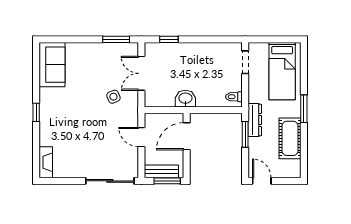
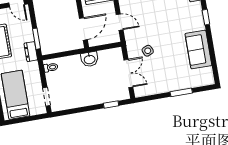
window: (116, 39) -> (181, 92), moved
sofa: (52, 65) -> (198, 49), moved
window: (36, 112) -> (206, 17), moved
dresser: (255, 120) -> (31, 52), width x0.70

